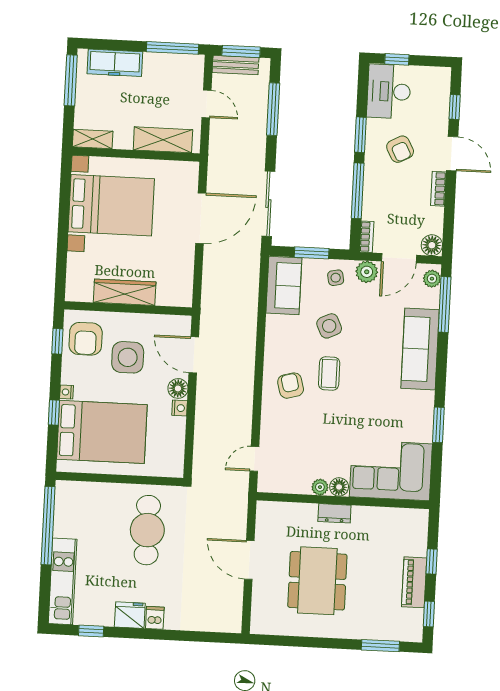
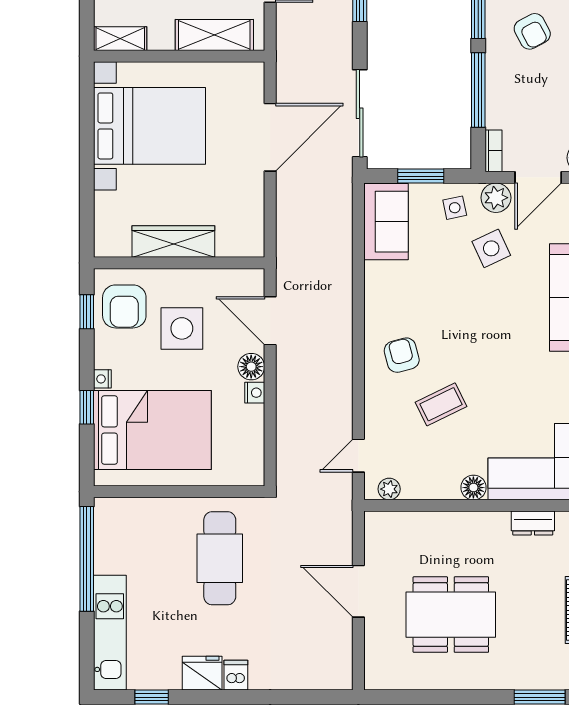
side table: (329, 326) -> (491, 248), moved
coffee table: (329, 373) -> (441, 404), moved, turned 64
plant: (320, 487) -> (389, 489), moved
dresser: (334, 513) -> (533, 523), moved
dining table: (317, 581) -> (451, 615), turned 90

